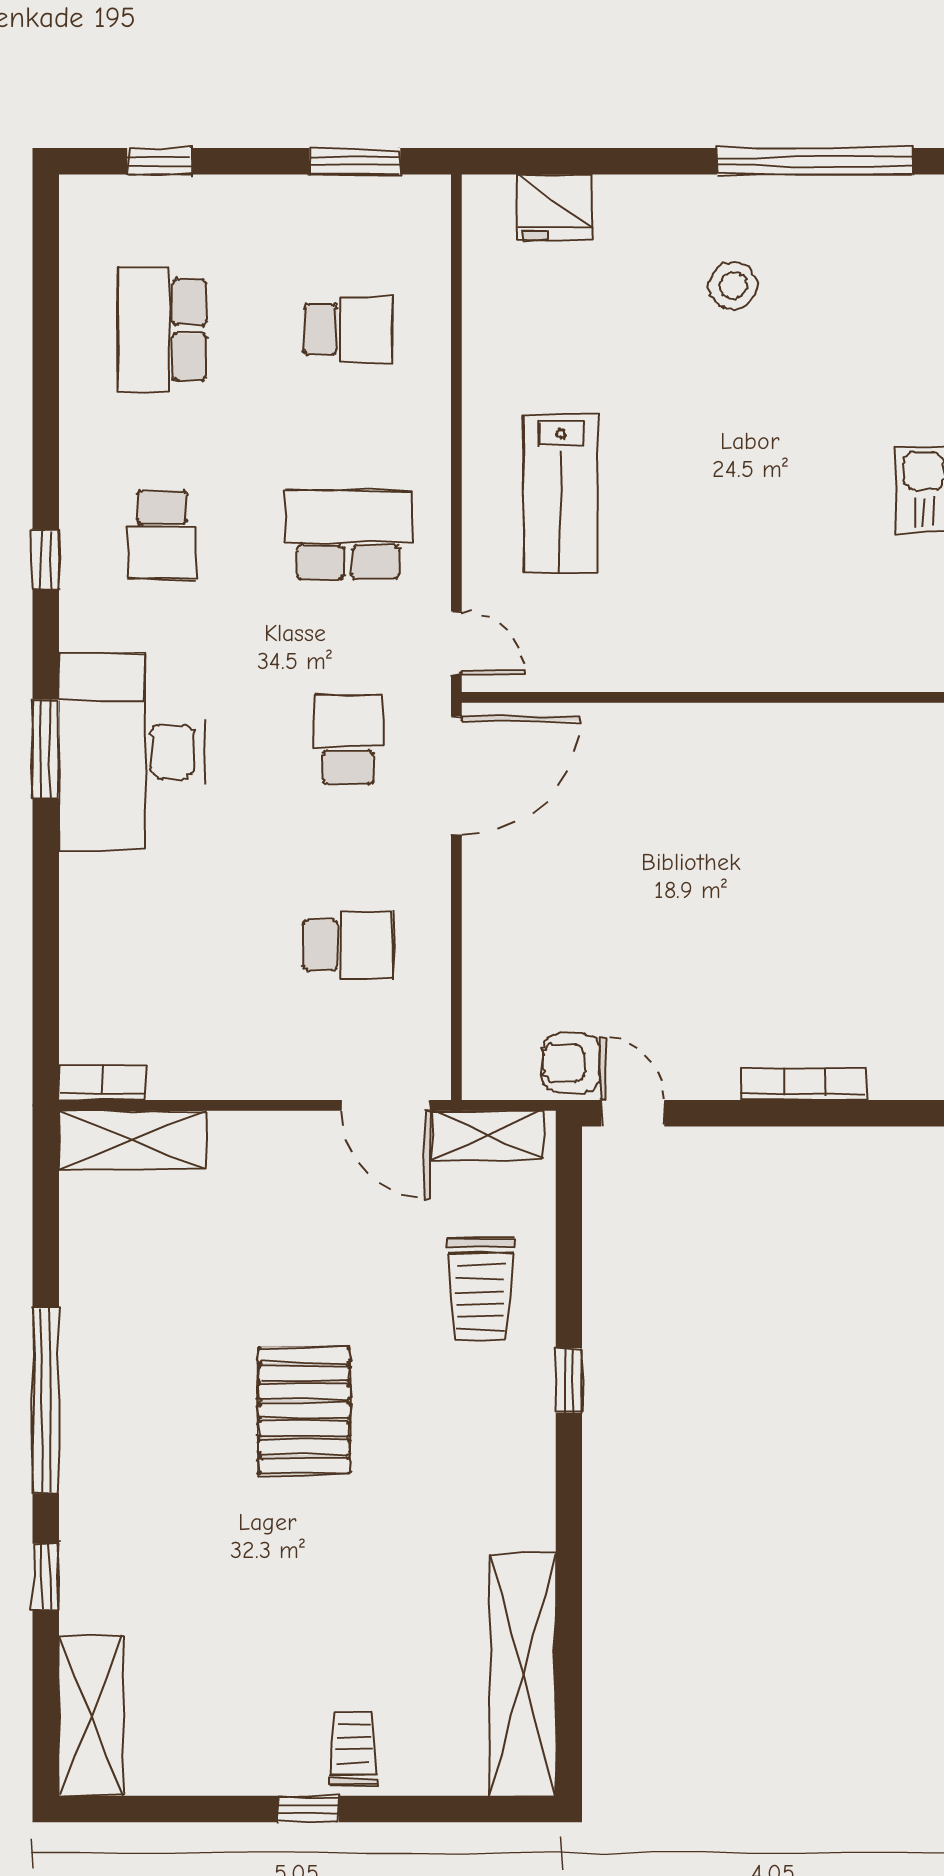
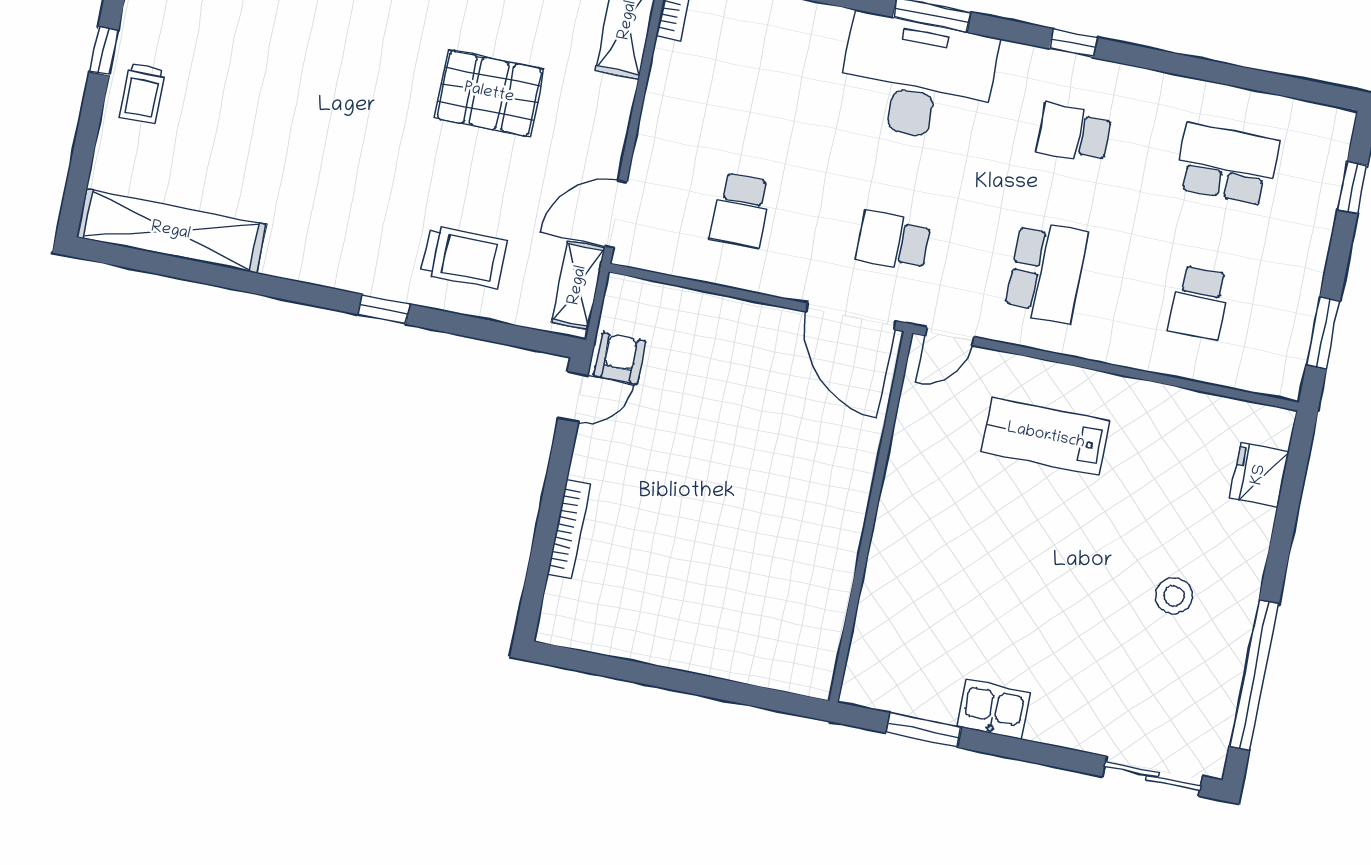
school desk: (348, 740) -> (893, 241), turned 180
trolley: (481, 1290) -> (464, 257), turned 180
pallet: (304, 1410) -> (489, 93), moved
trolley: (353, 1748) -> (142, 94), turned 90

